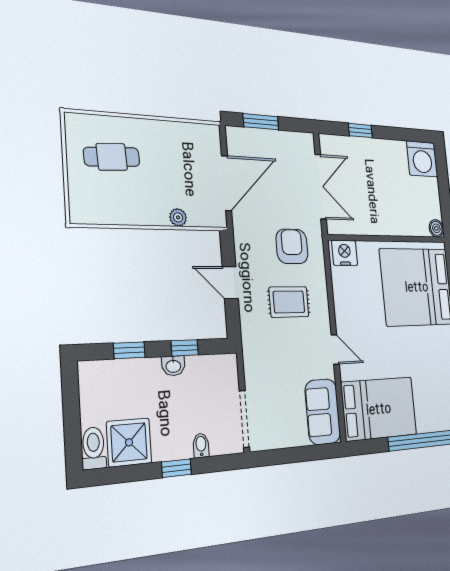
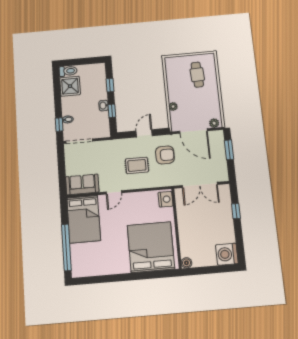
plant: (212, 140) -> (214, 123), added
armchair: (292, 246) -> (165, 155), moved
rug: (289, 302) -> (137, 165), turned 90
window: (176, 468) -> (59, 125), moved

